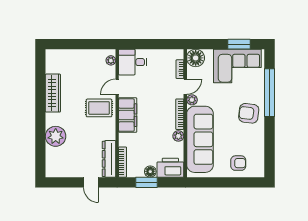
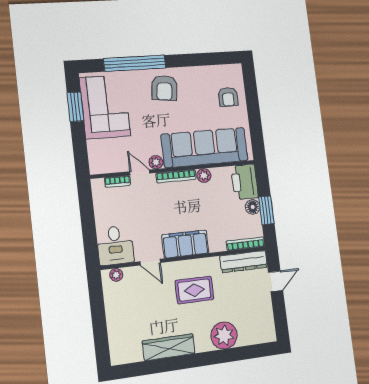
floor lamp: (196, 58) -> (100, 162), removed
rug: (99, 108) -> (194, 290), moved, turned 90
armchair: (238, 163) -> (228, 97), turned 180

